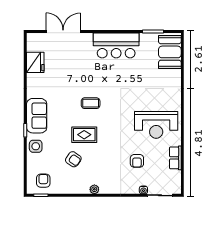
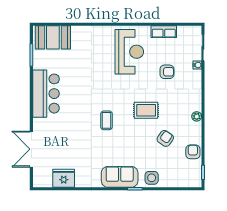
rug: (84, 135) -> (146, 110), moved, turned 90
armchair: (43, 181) -> (193, 152), moved, turned 90

